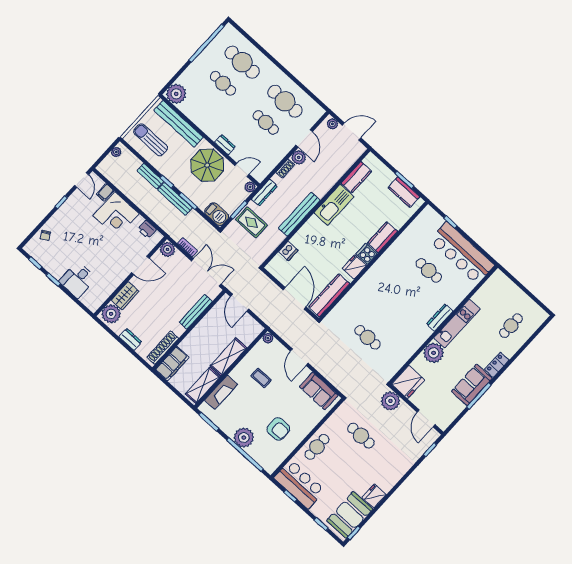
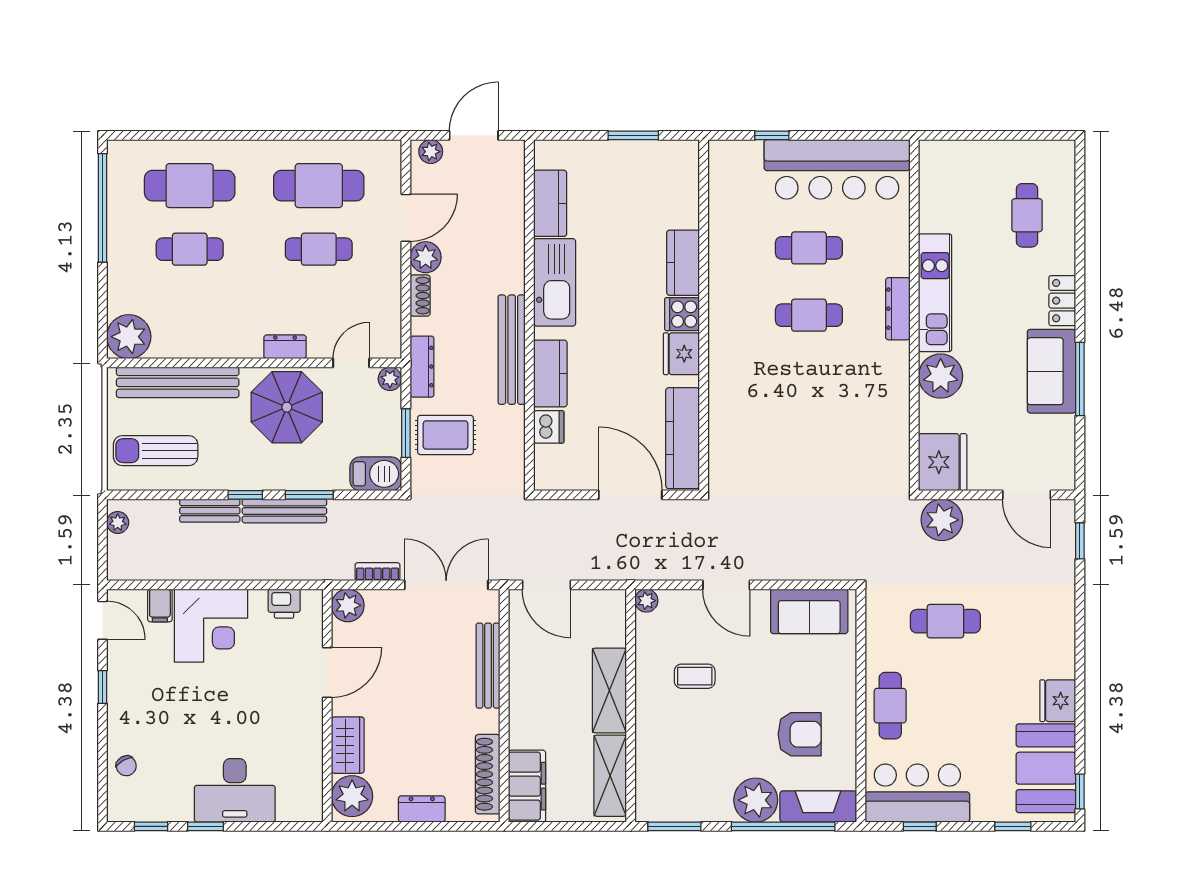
door: (304, 138) -> (406, 218), hinge flipped
kitchen counter: (404, 192) -> (550, 374), moved, turned -90
desk: (78, 280) -> (235, 790), width x1.37
cafe table: (368, 337) -> (809, 315), moved
fireplace: (221, 392) -> (818, 806), moved, turned -90

